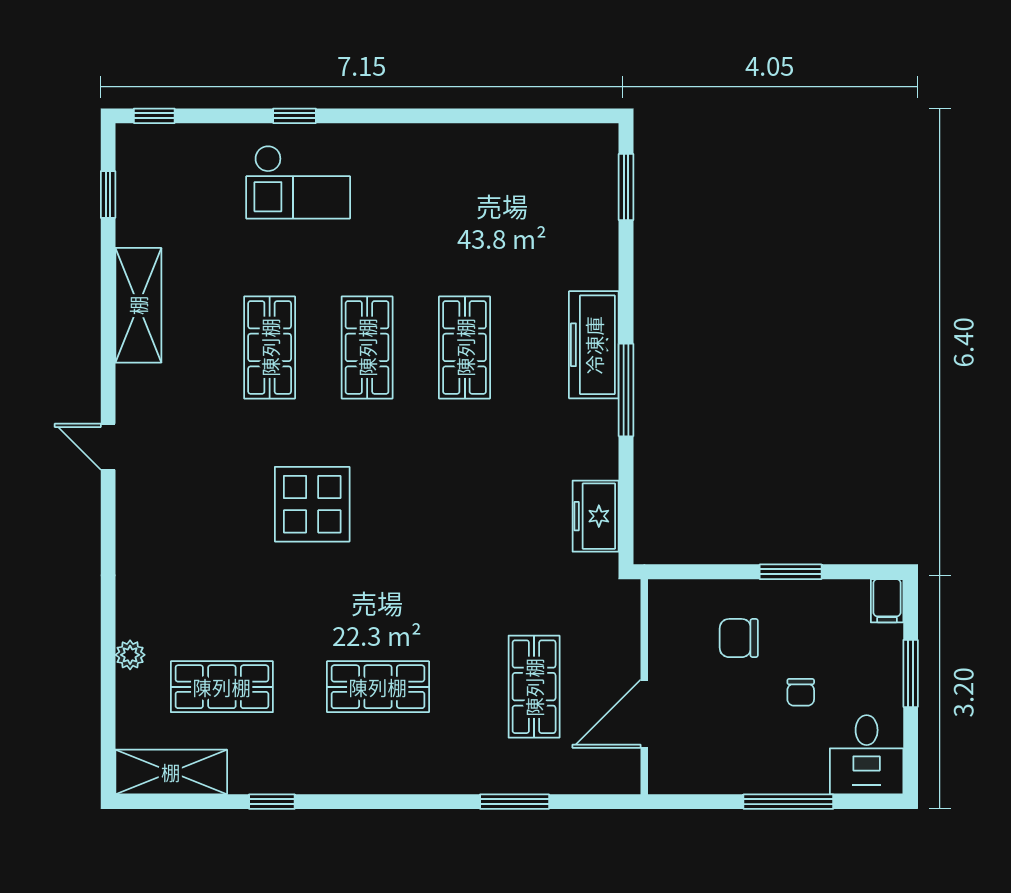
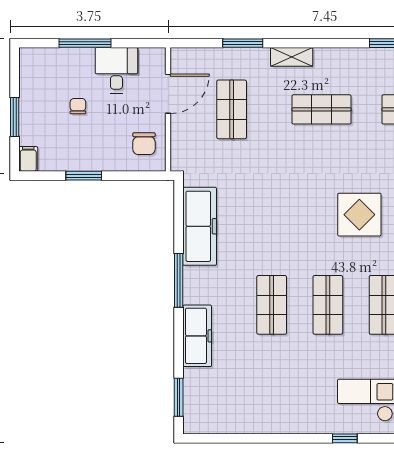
window: (295, 116) -> (345, 438), moved
freezer: (594, 345) -> (197, 336), moved
freezer: (596, 516) -> (200, 226), width x1.91, depth x1.26
chair: (739, 638) -> (144, 144), moved, turned 90
desk: (867, 755) -> (116, 70), moved
shelving: (430, 778) -> (292, 57), added

